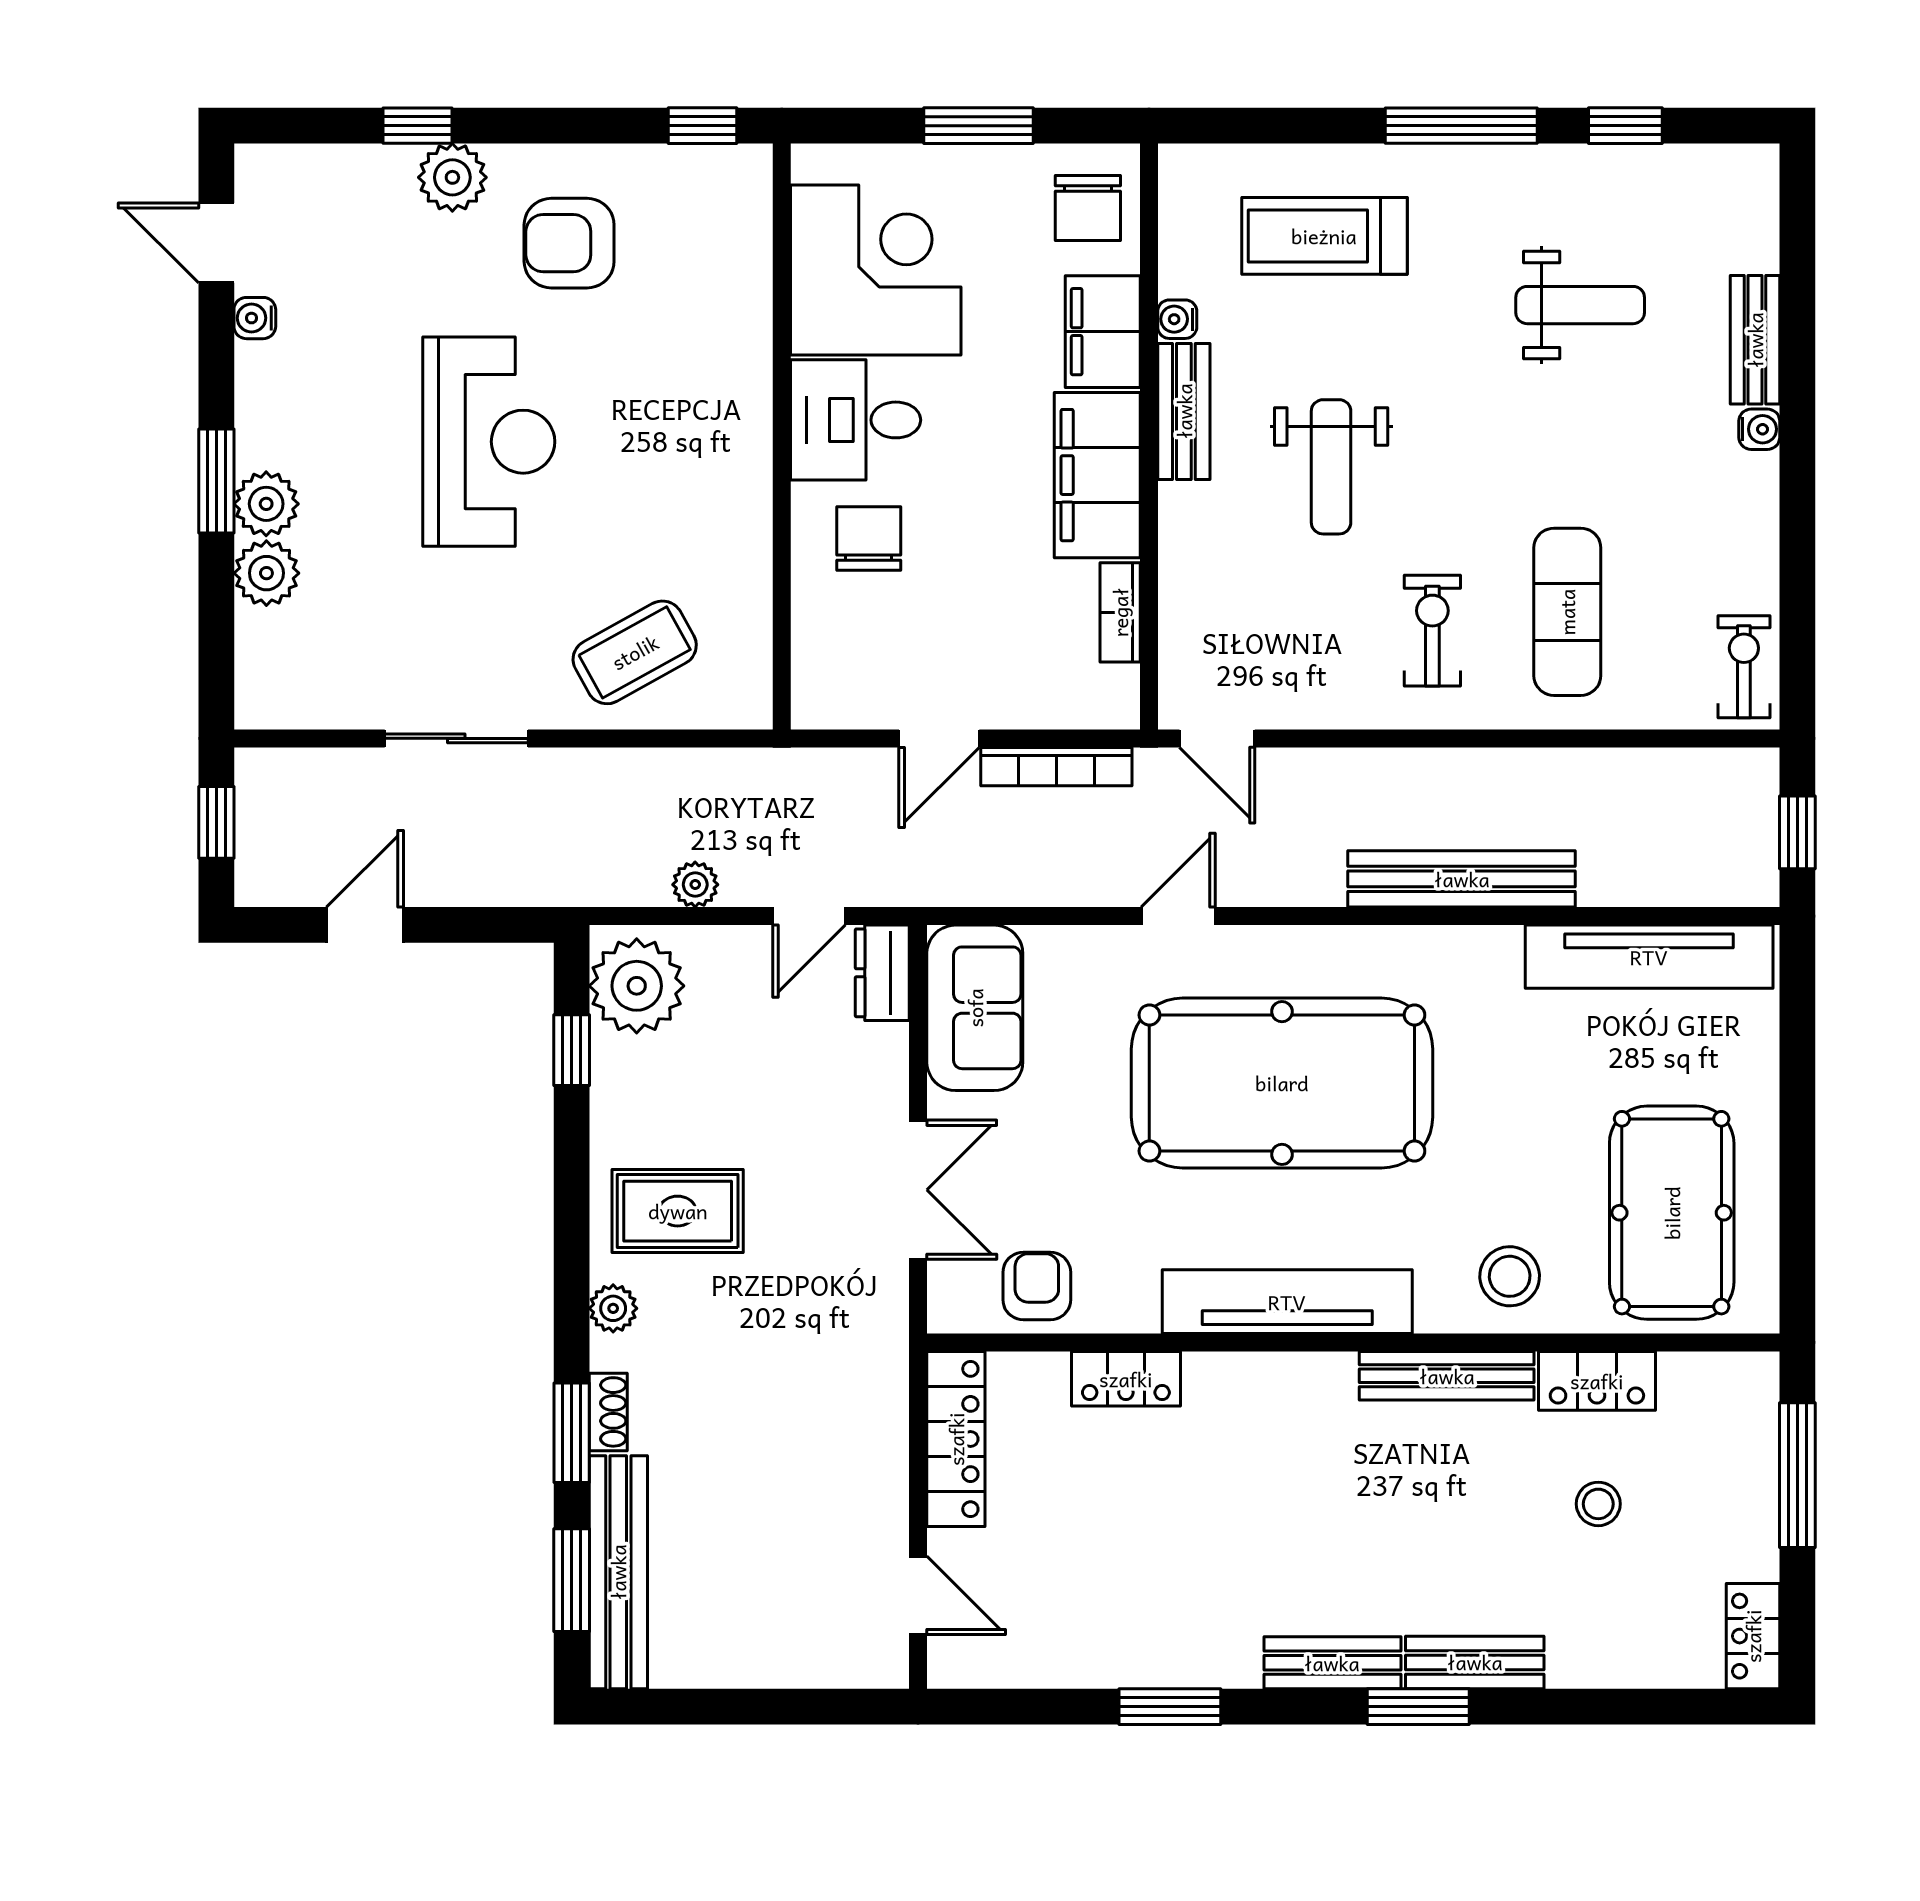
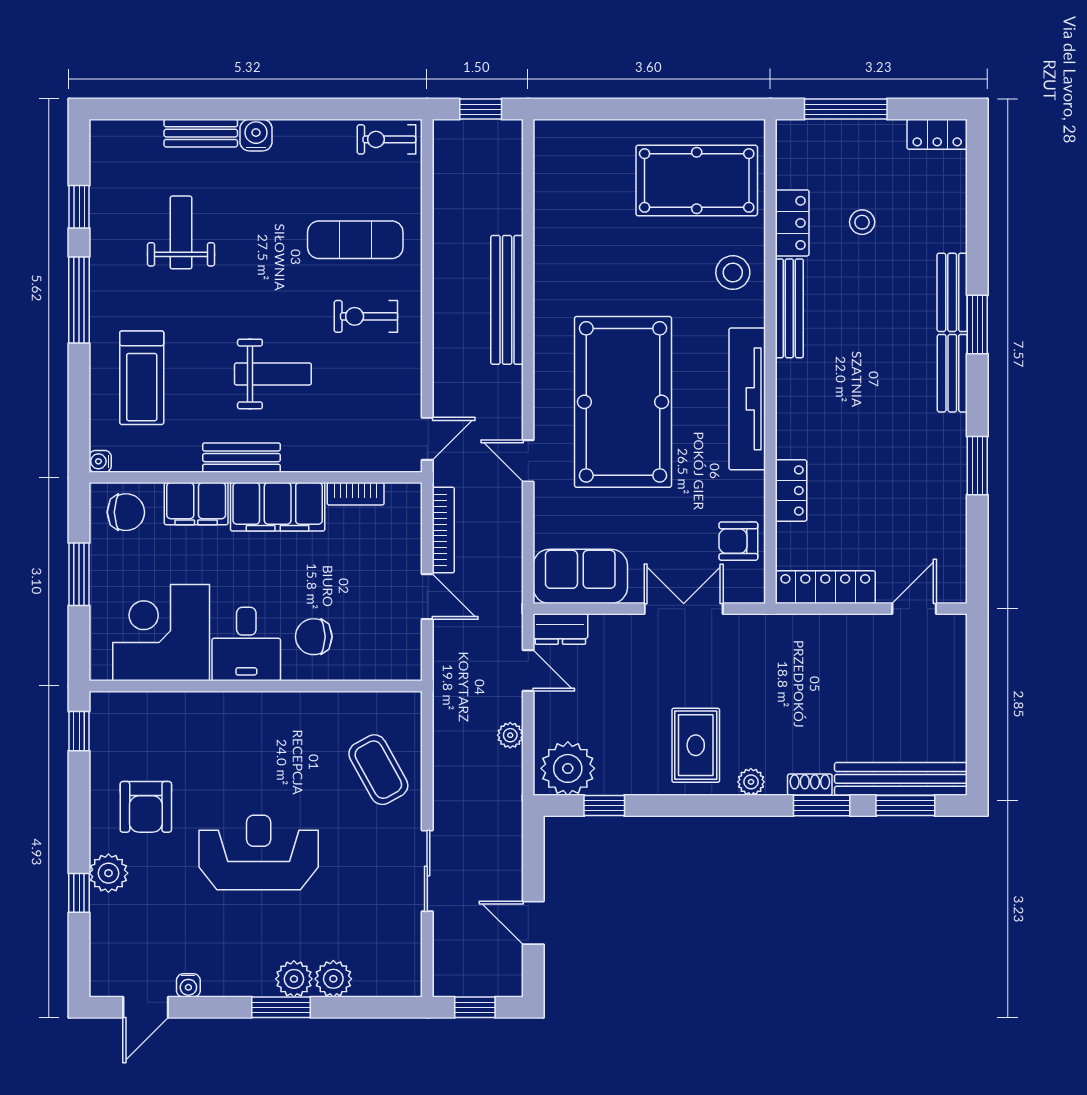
water cooler: (1177, 319) -> (100, 461), moved, turned 90
water cooler: (1759, 429) -> (256, 135), width x1.38, depth x1.38
tv unit: (1649, 957) -> (551, 193), removed

